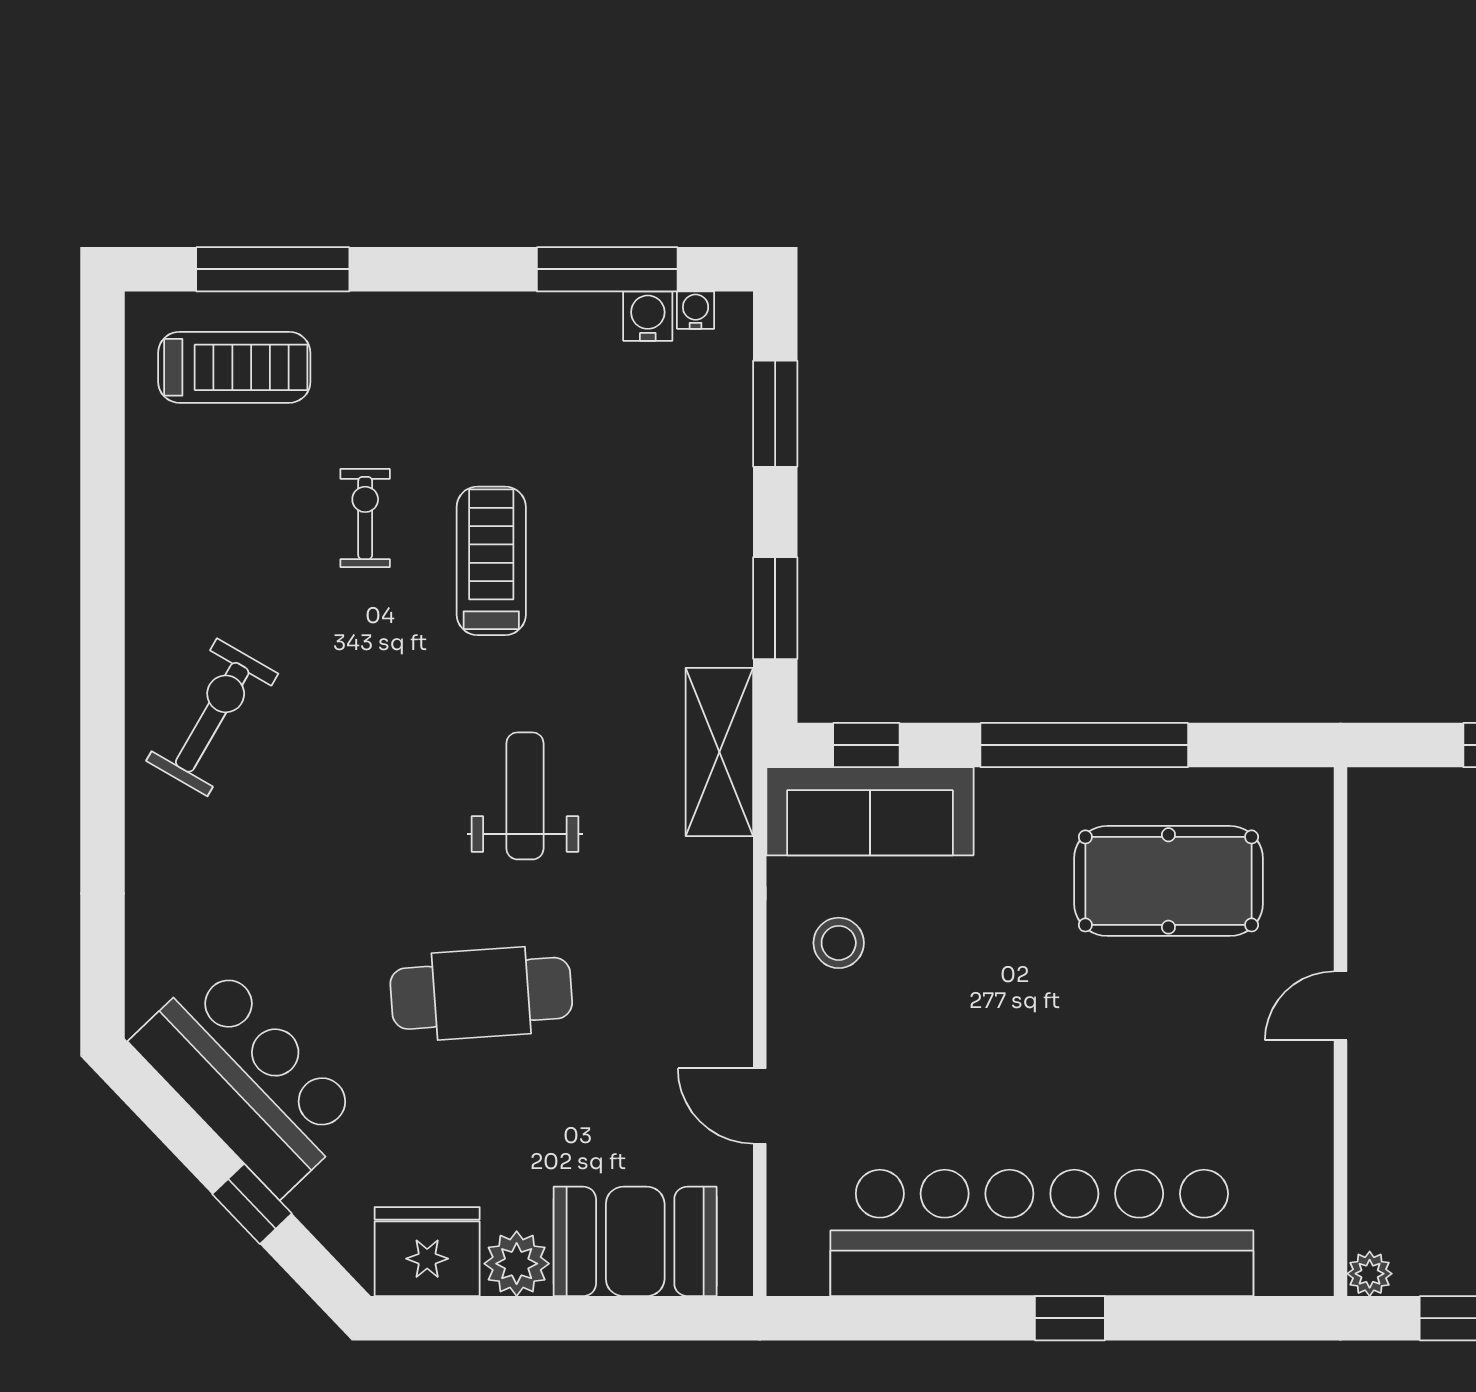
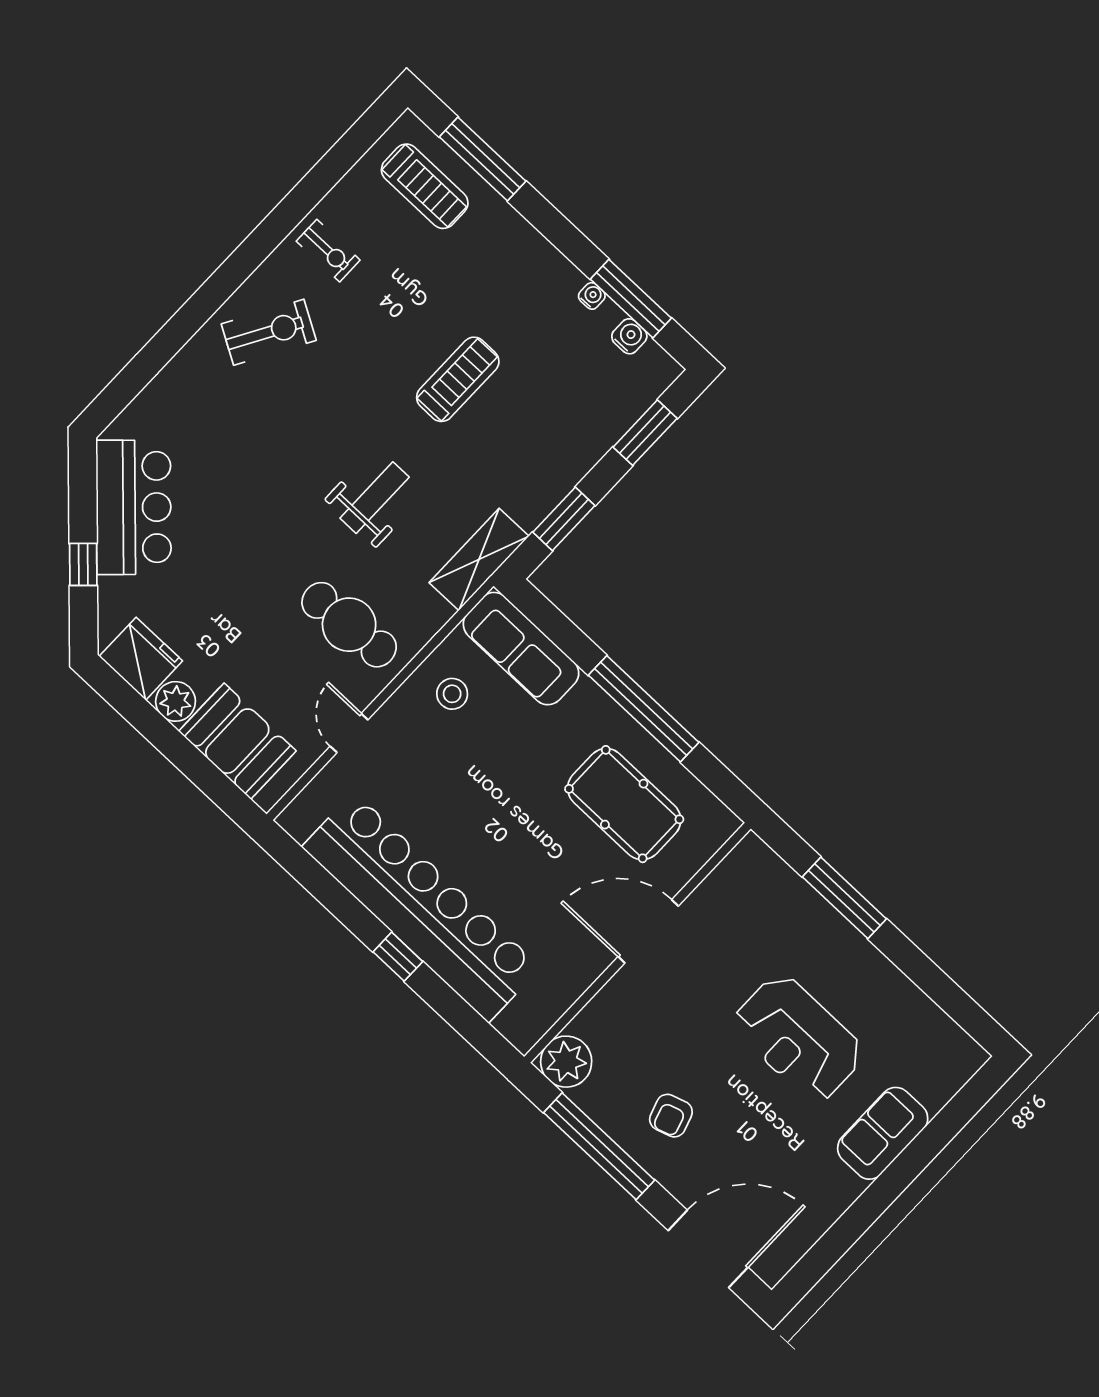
water cooler: (696, 310) -> (592, 296), moved
exercise bike: (365, 518) -> (328, 251), moved, turned 90
window: (866, 745) -> (547, 618), removed
cafe table: (481, 993) -> (349, 625), moved
door: (1341, 1006) -> (648, 931), width x1.88
plant: (1370, 1274) -> (566, 1062), width x1.88, depth x1.88

